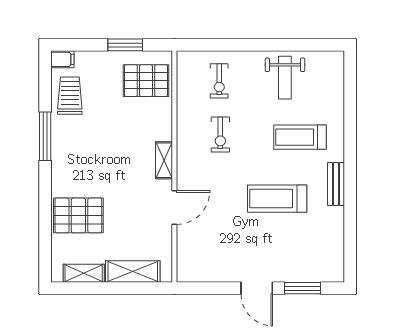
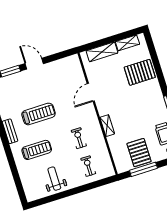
window: (125, 45) -> (143, 169), width x1.44
pallet: (146, 81) -> (139, 153), moved, turned 90
shelving: (164, 160) -> (107, 126), moved

